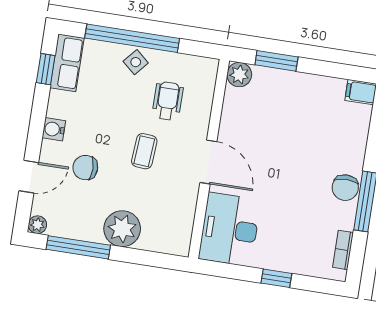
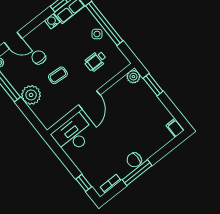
wheelchair: (168, 101) -> (96, 61), turned 180
water cooler: (54, 129) -> (52, 21), moved
coffee table: (144, 151) -> (58, 75), moved
window: (276, 278) -> (84, 183), moved

